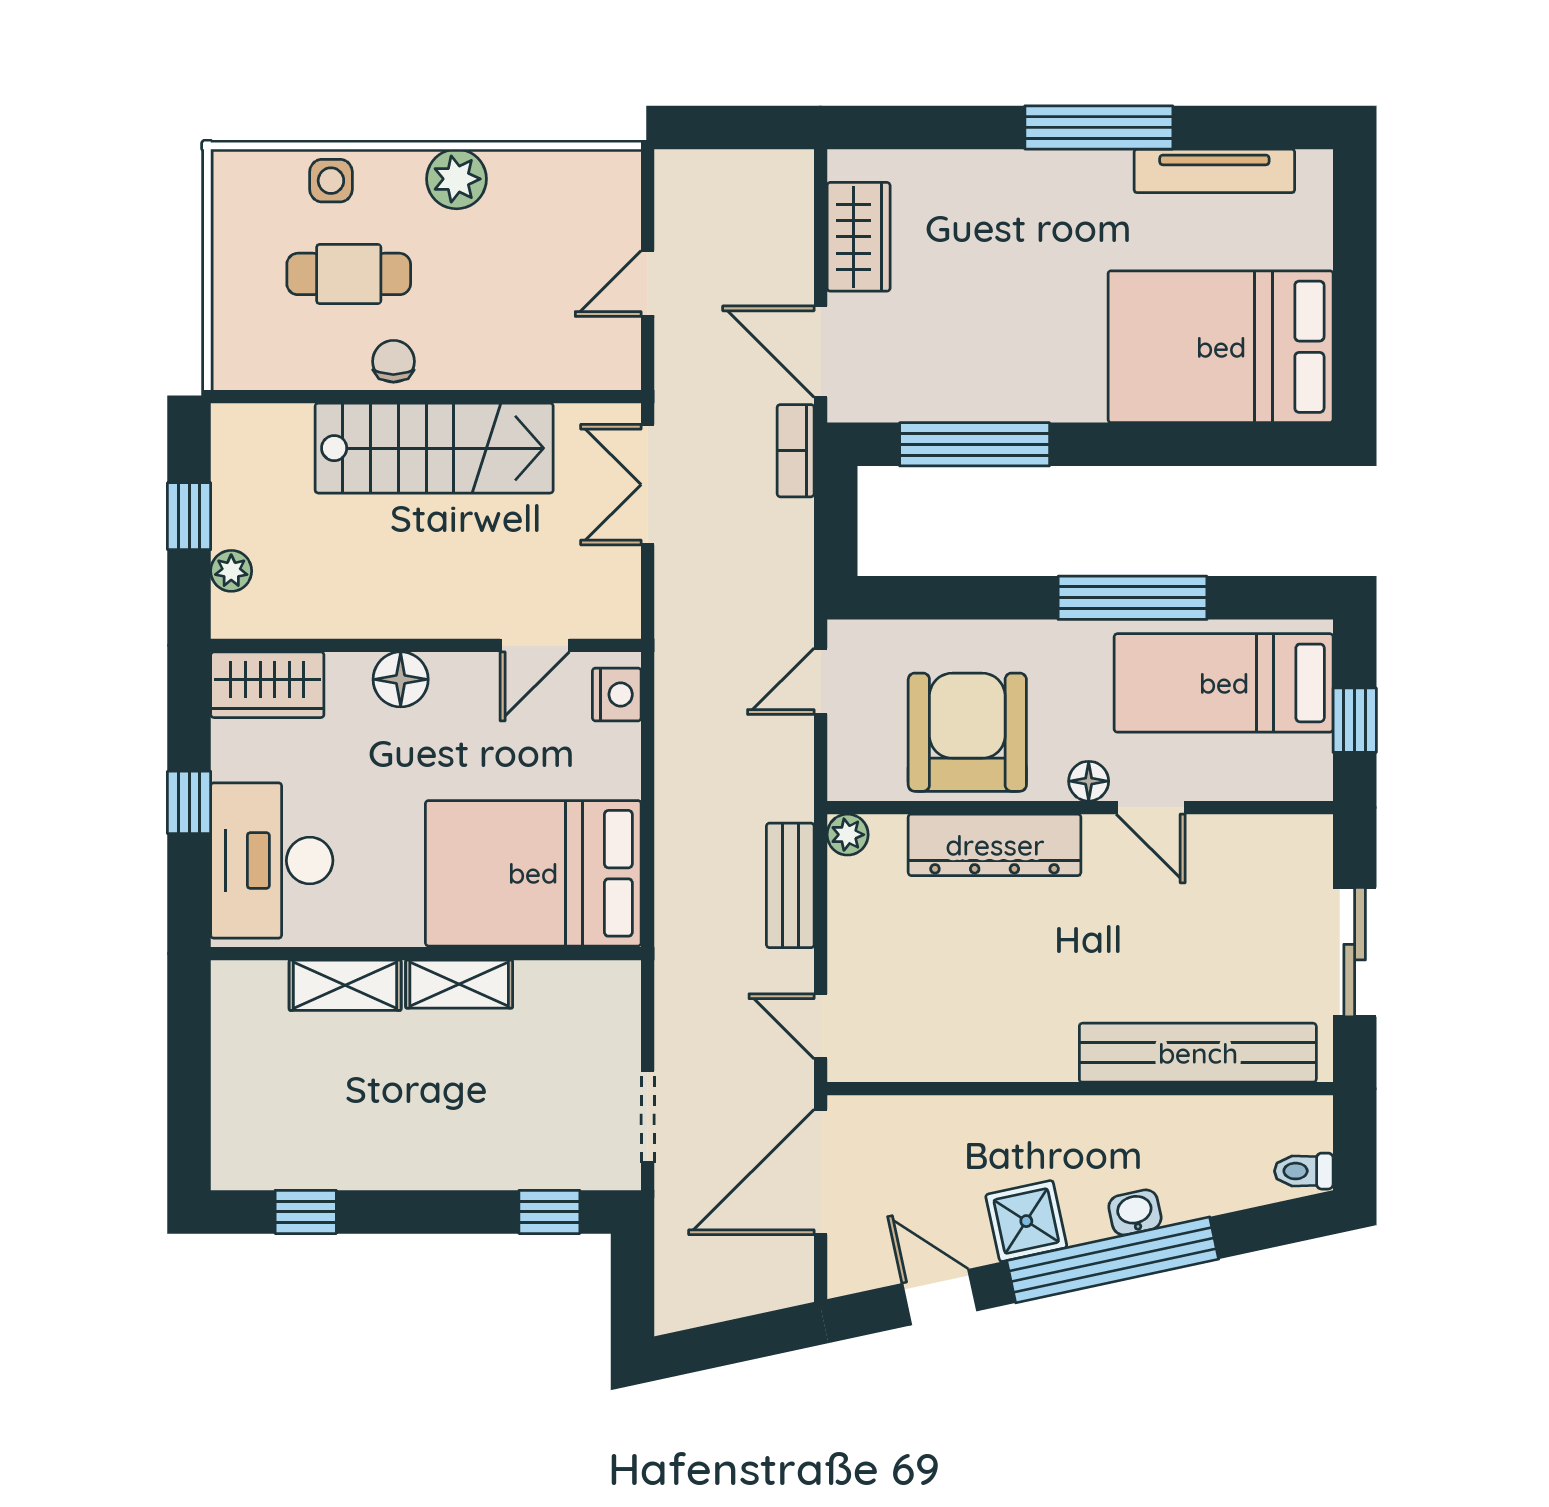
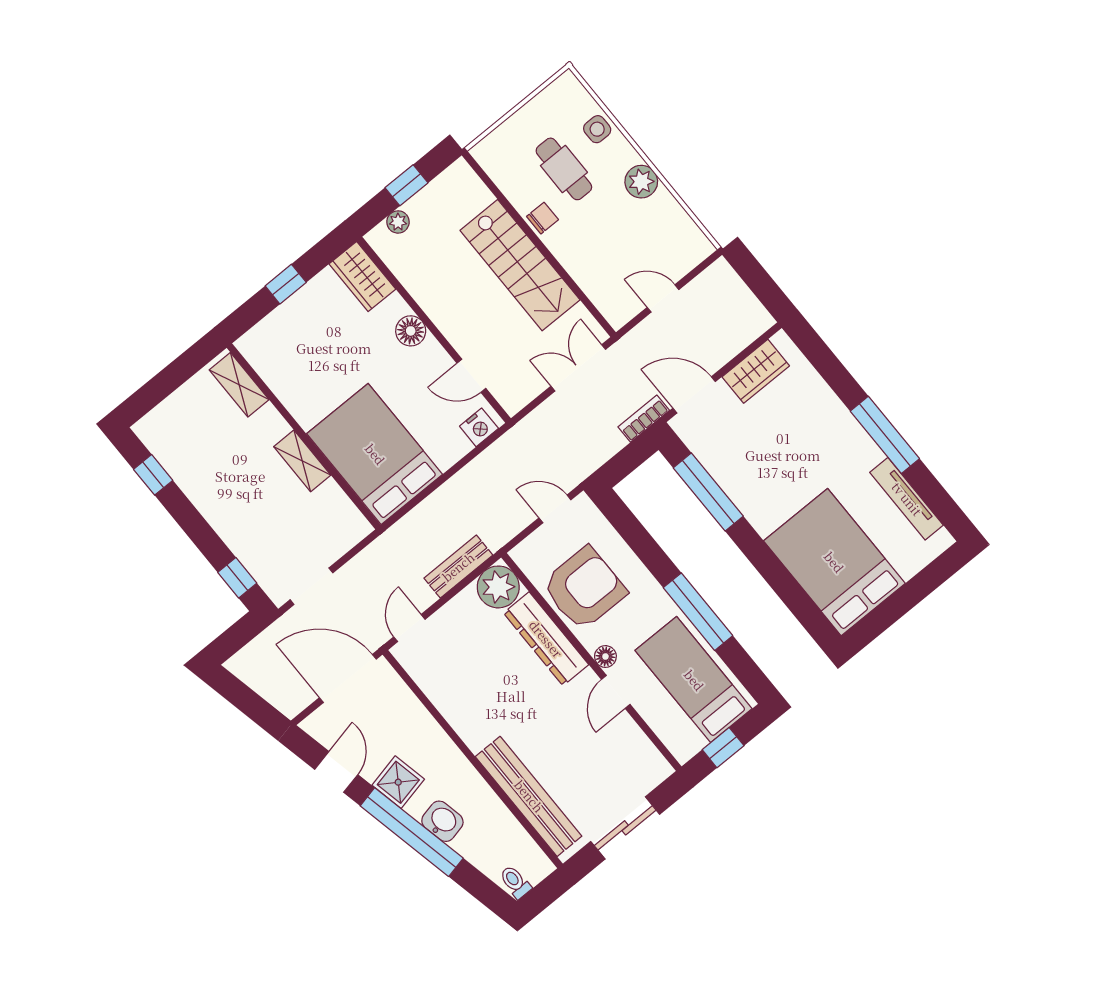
door: (821, 352) -> (694, 395), hinge flipped
plant: (848, 835) -> (498, 587), width x1.88, depth x1.88
desk: (272, 861) -> (290, 339), removed
shelving: (345, 985) -> (239, 385), moved
washbasin: (1135, 1212) -> (442, 821), width x1.38, depth x1.45

